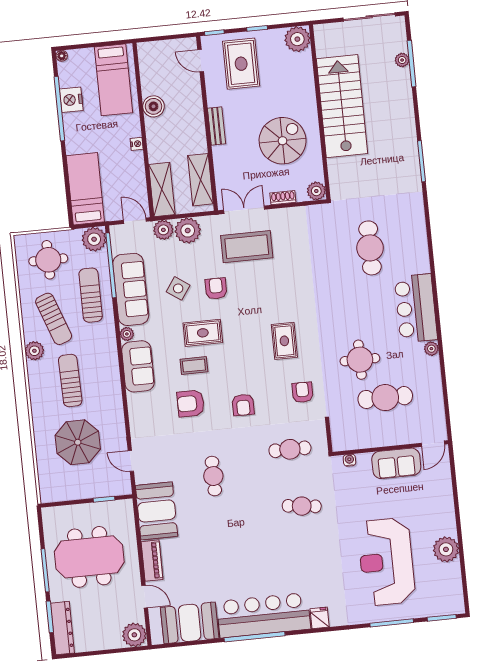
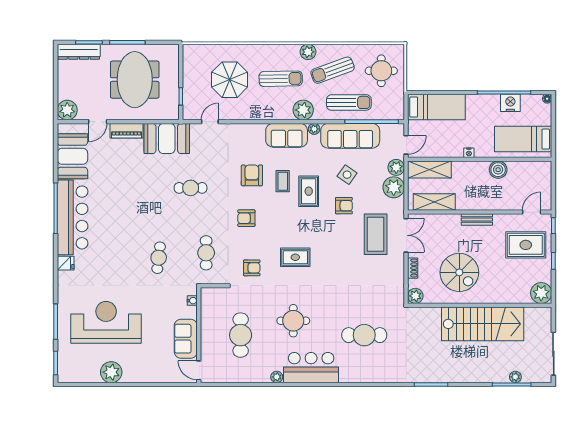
plant: (94, 239) -> (303, 110), moved
round table: (360, 360) -> (293, 321), moved

